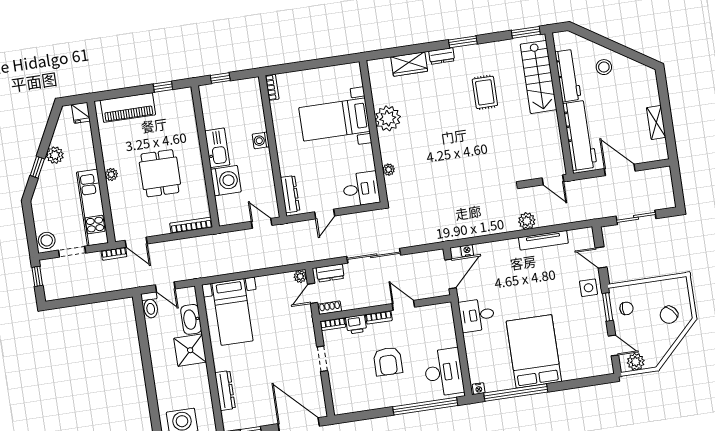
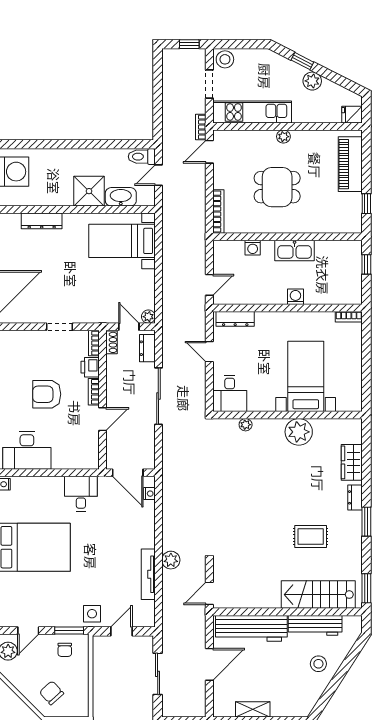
washing machine: (226, 181) -> (253, 248), width x0.53, depth x0.53

